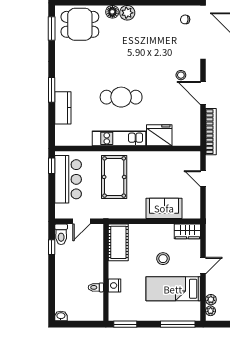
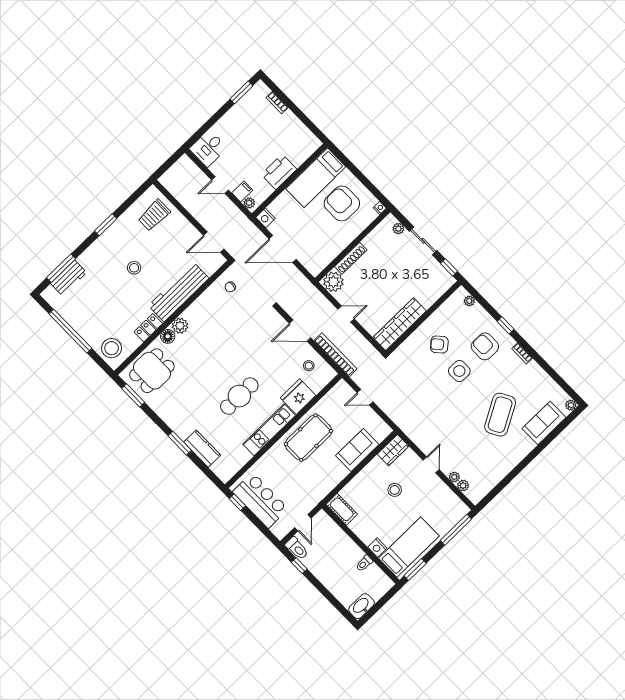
stool: (181, 75) -> (309, 366), moved
pool table: (114, 177) -> (308, 438), moved, turned 90
cot: (118, 242) -> (342, 509), width x0.73, depth x0.75
bed: (173, 289) -> (409, 547), moved, turned 180
plant: (211, 311) -> (454, 477), moved
washbasin: (61, 316) -> (361, 606), width x1.91, depth x1.45

